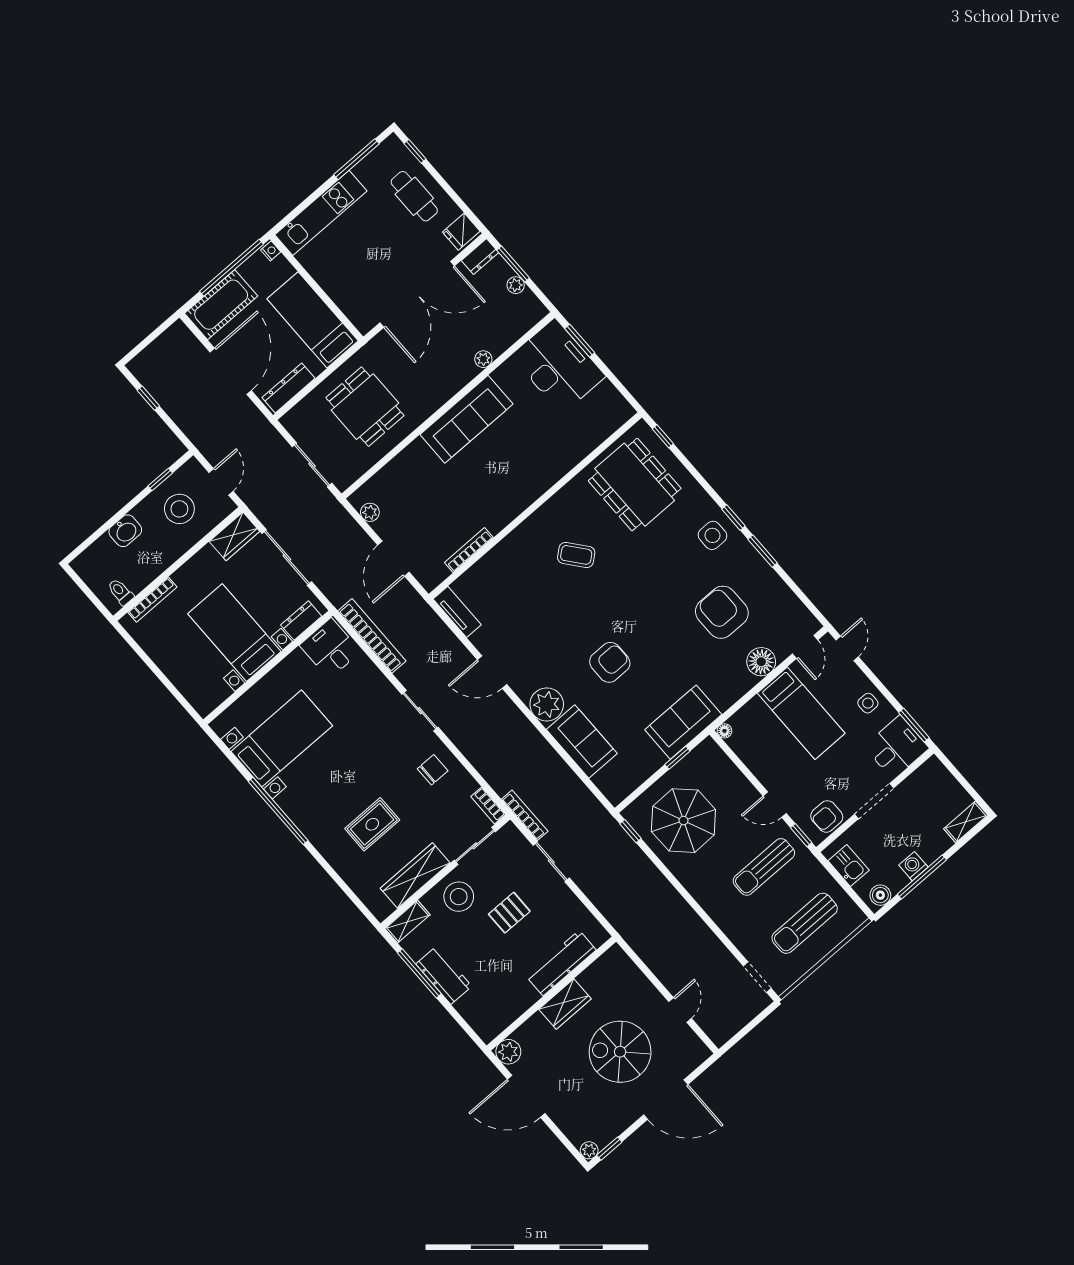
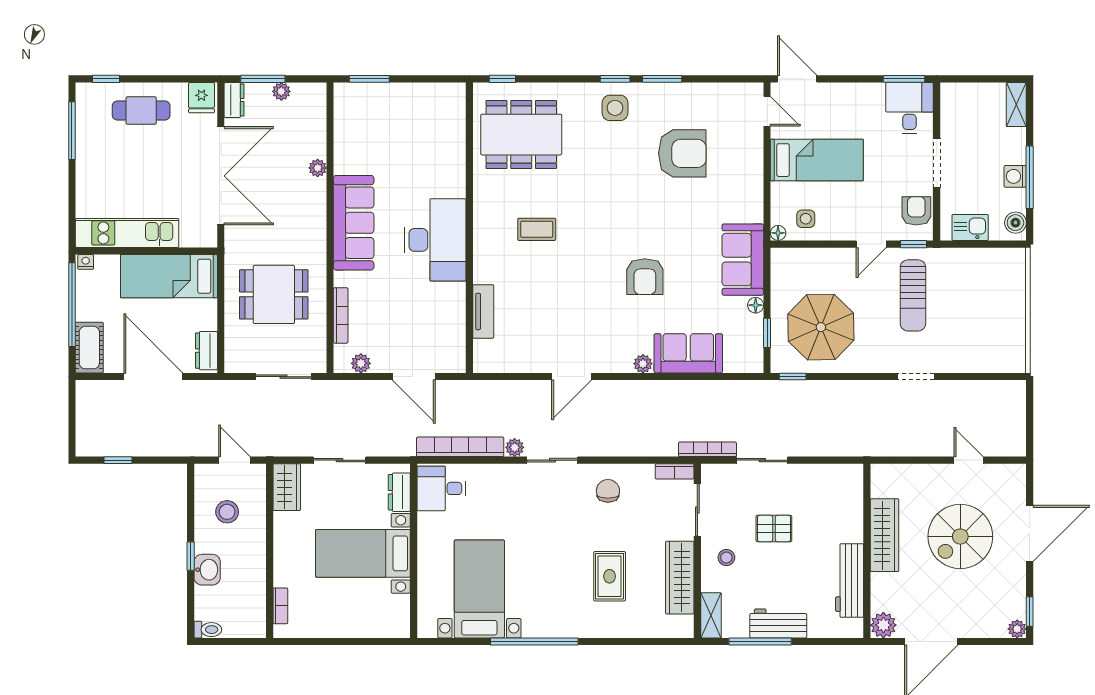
kitchen unit: (321, 213) -> (127, 233), moved, turned -90
cot: (221, 305) -> (89, 348), width x0.73, depth x0.75
desk: (558, 366) -> (435, 240), moved, turned 90
dresser: (289, 388) -> (206, 351), width x0.70
window: (160, 479) -> (191, 556), moved
stool: (179, 509) -> (227, 512), width x0.73, depth x0.73
bookcase: (469, 550) -> (341, 315), moved, turned 180
coffee table: (576, 555) -> (537, 229), turned 39
sliding door: (287, 557) -> (339, 460), width x0.73
toilet: (121, 592) -> (208, 630), moved, turned 180
bookcase: (152, 600) -> (280, 606), width x0.64
tv unit: (457, 612) -> (483, 311), moved, turned 90
armchair: (722, 612) -> (682, 153), turned 180
door: (847, 648) -> (797, 79), width x1.38
armchair: (610, 662) -> (645, 277), turned 180
floor lamp: (761, 662) -> (756, 305), moved, width x0.53, depth x0.53
plant: (406, 676) -> (515, 447), added
side table: (868, 703) -> (806, 219), moved
plant: (547, 704) -> (643, 364), width x0.53, depth x0.53
window: (677, 758) -> (767, 333), moved
armchair: (827, 816) -> (916, 211), turned 180
stool: (459, 897) -> (726, 558), width x0.53, depth x0.53
pallet: (509, 913) -> (774, 528), turned 90
sun lounger: (805, 923) -> (986, 302), removed
workbench: (561, 963) -> (850, 580), moved
doorway: (757, 977) -> (916, 377), moved
wardrobe: (565, 1004) -> (885, 535), width x1.50

